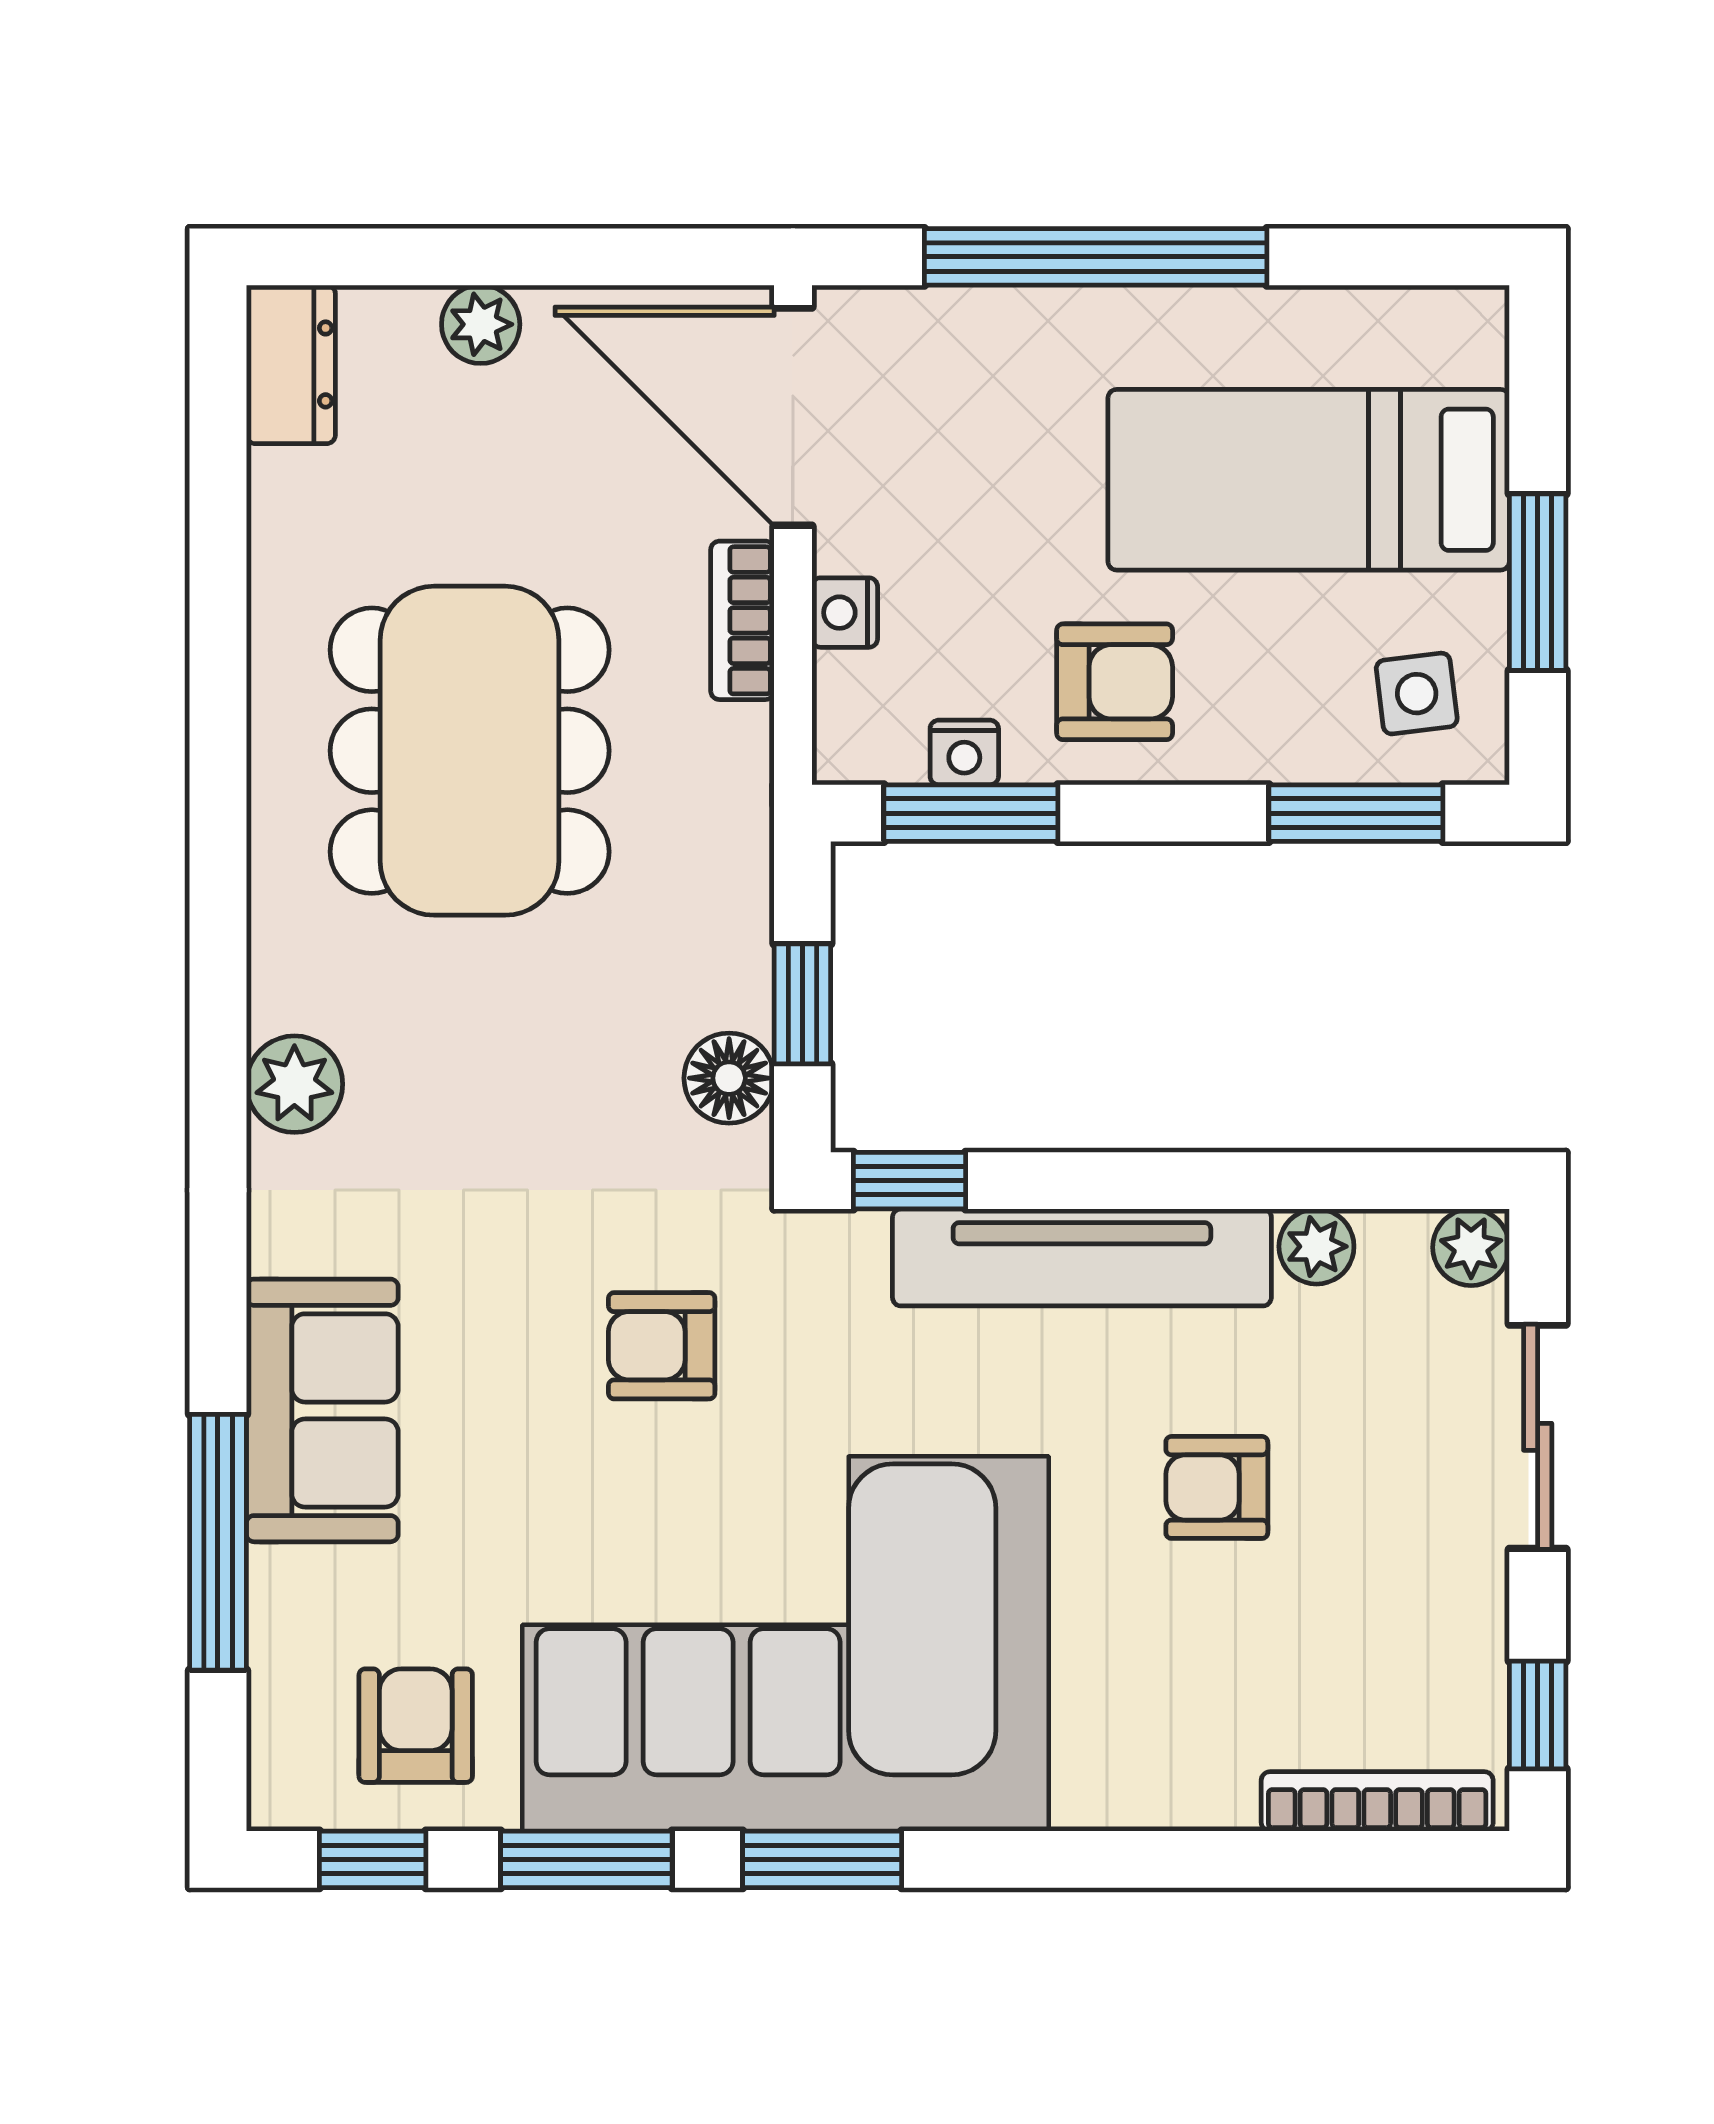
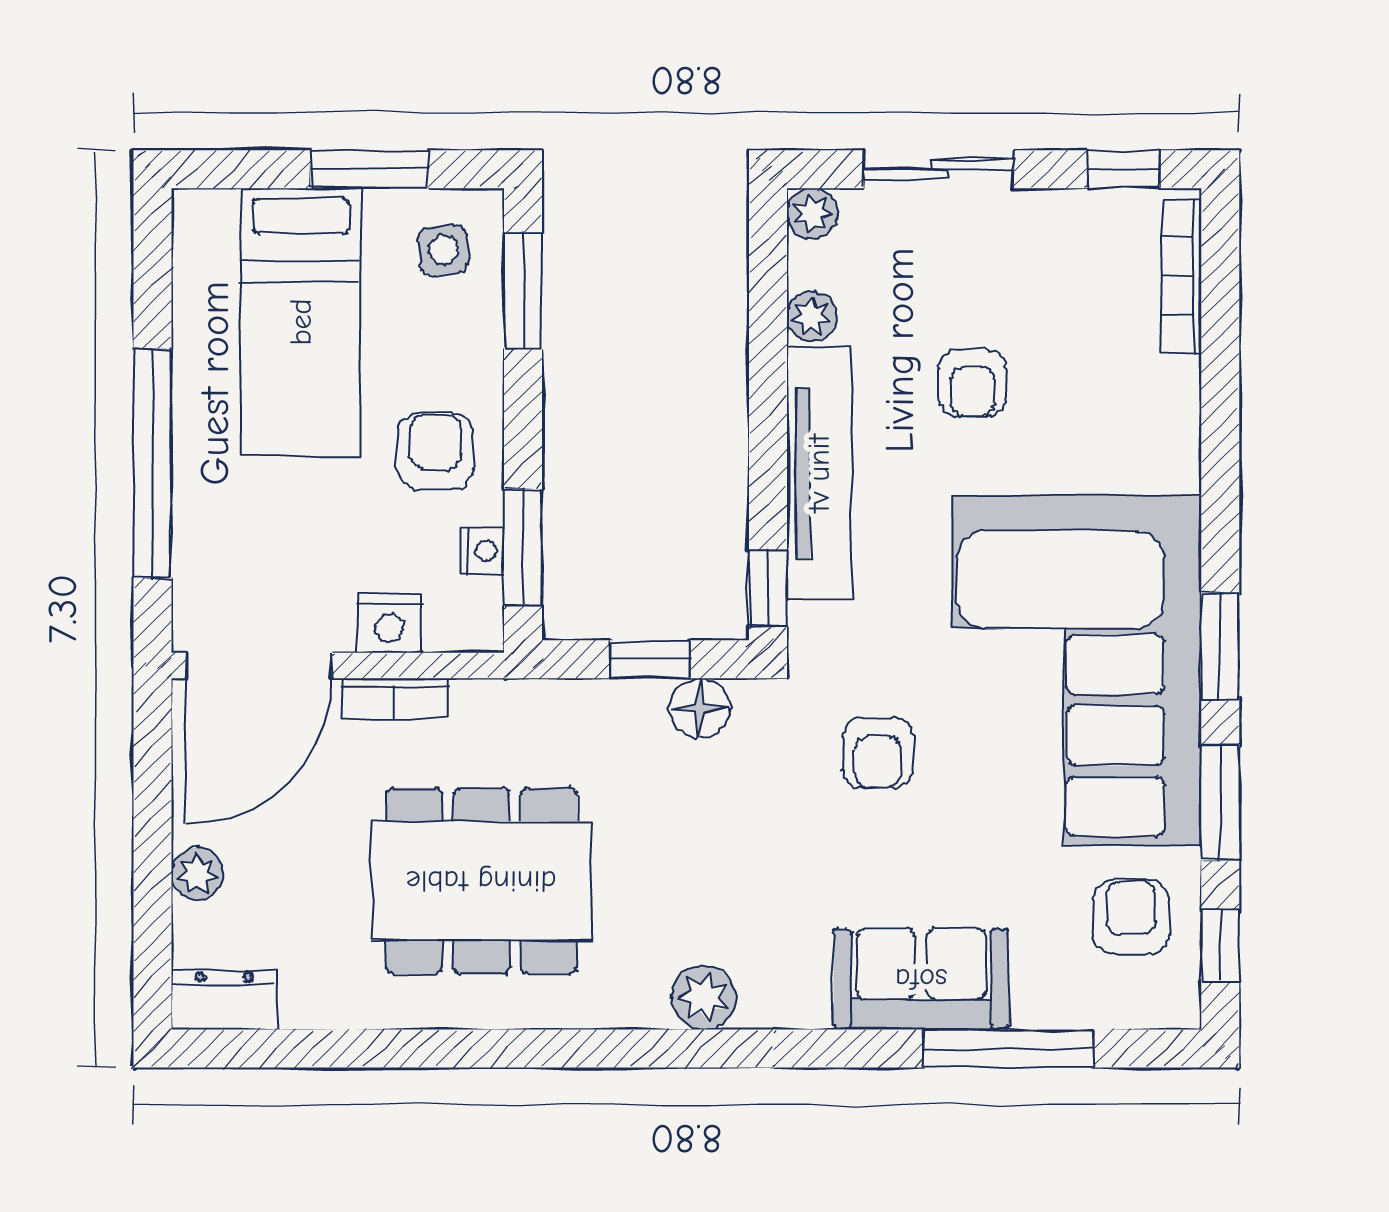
nightstand: (845, 613) -> (389, 623), width x1.39, depth x1.35
armchair: (416, 1726) -> (1131, 917), turned 90

